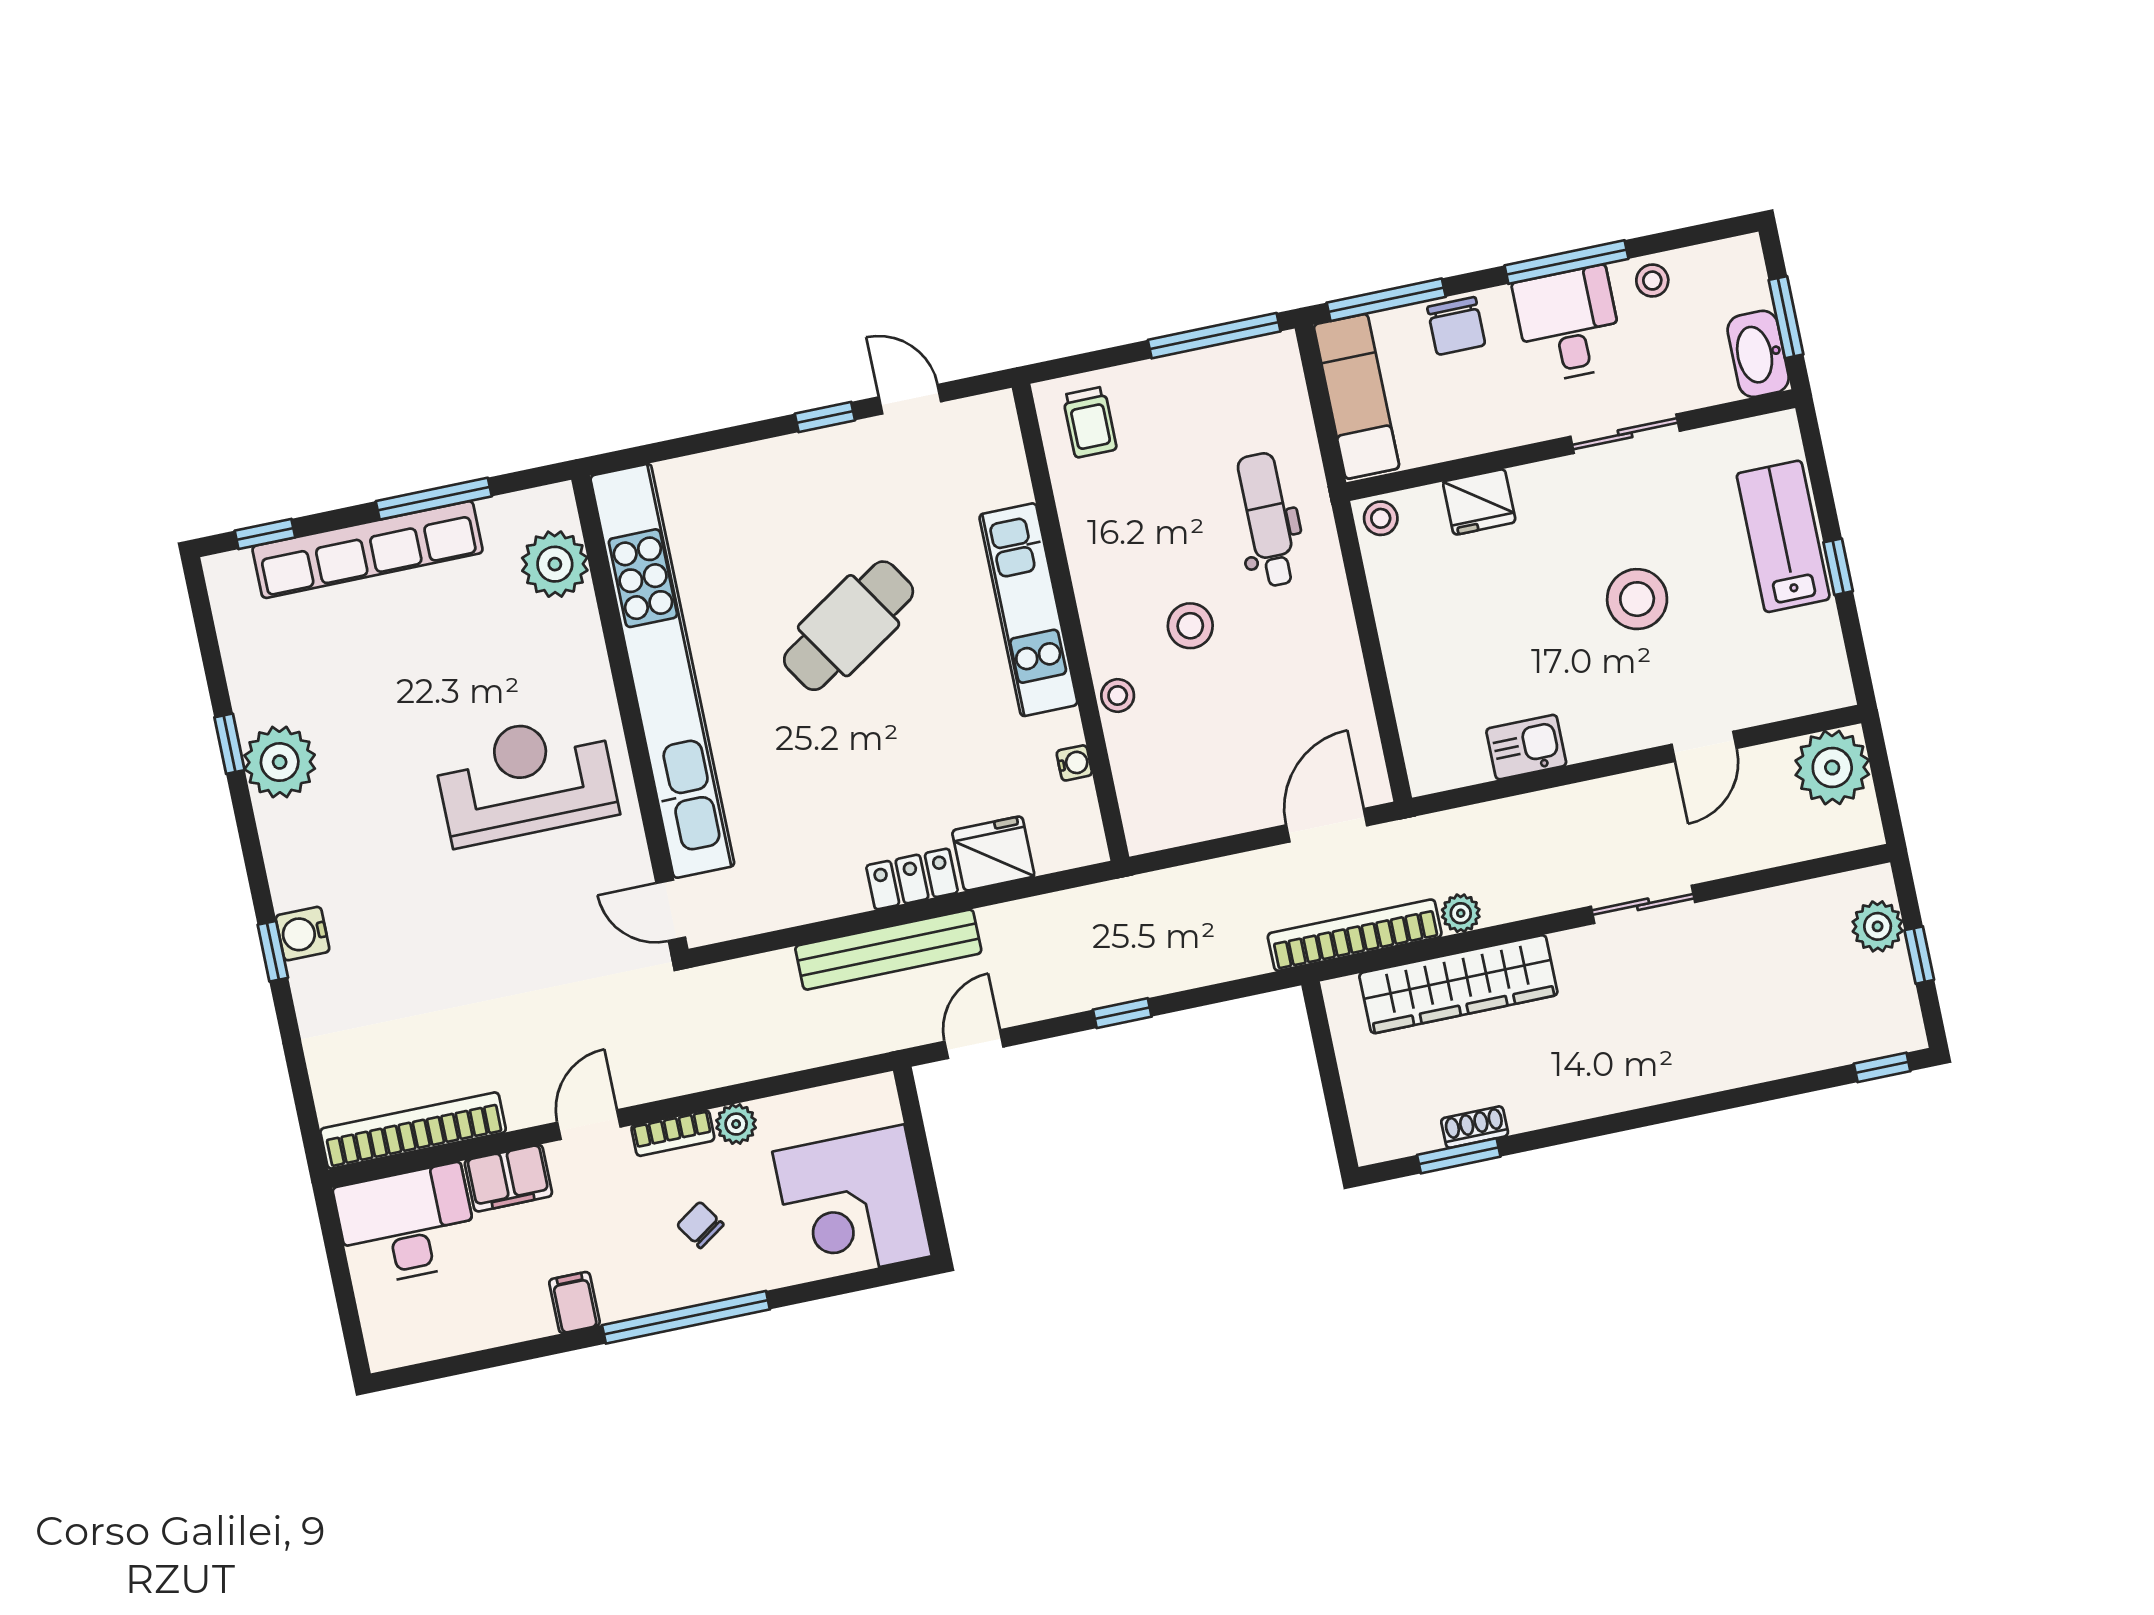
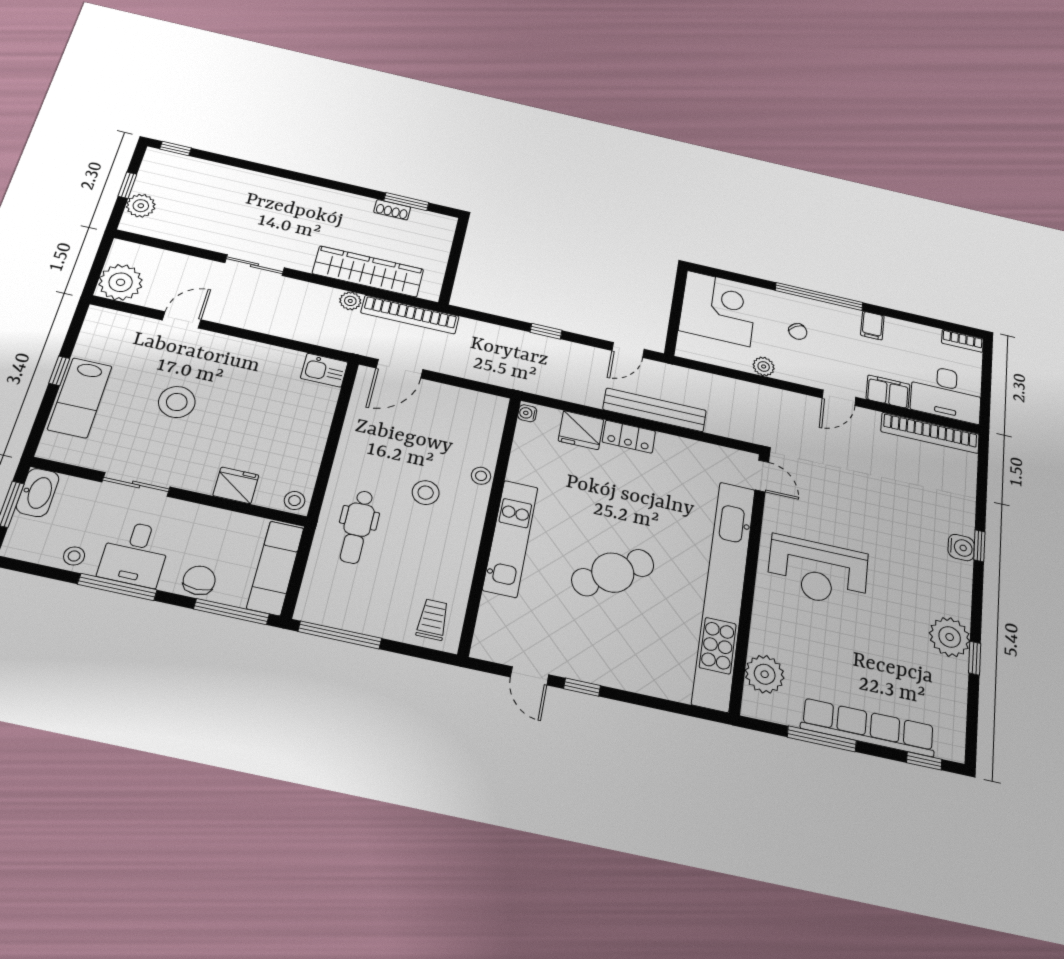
kitchen sink: (1526, 747) -> (324, 370), moved
water cooler: (1074, 763) -> (527, 413), moved
bookcase: (673, 1133) -> (962, 341), moved, turned 180

